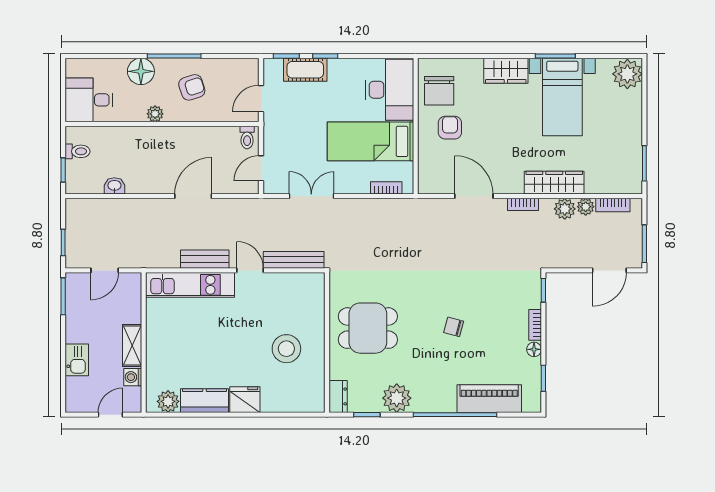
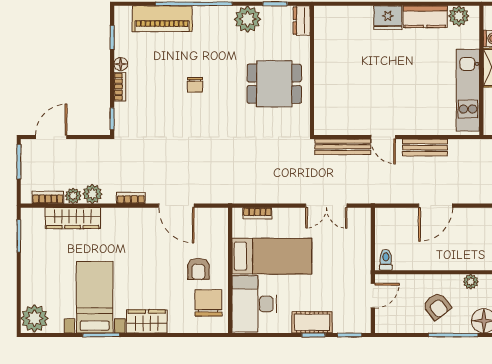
cot: (305, 70) -> (312, 322), moved
armchair: (192, 87) -> (437, 306), turned -110
door: (261, 168) -> (373, 231), removed
wardrobe: (554, 183) -> (73, 218), moved
kitchen unit: (190, 285) -> (468, 90), moved, turned -90
chair: (454, 327) -> (195, 85), turned 75
stool: (286, 349) -> (349, 65), removed

